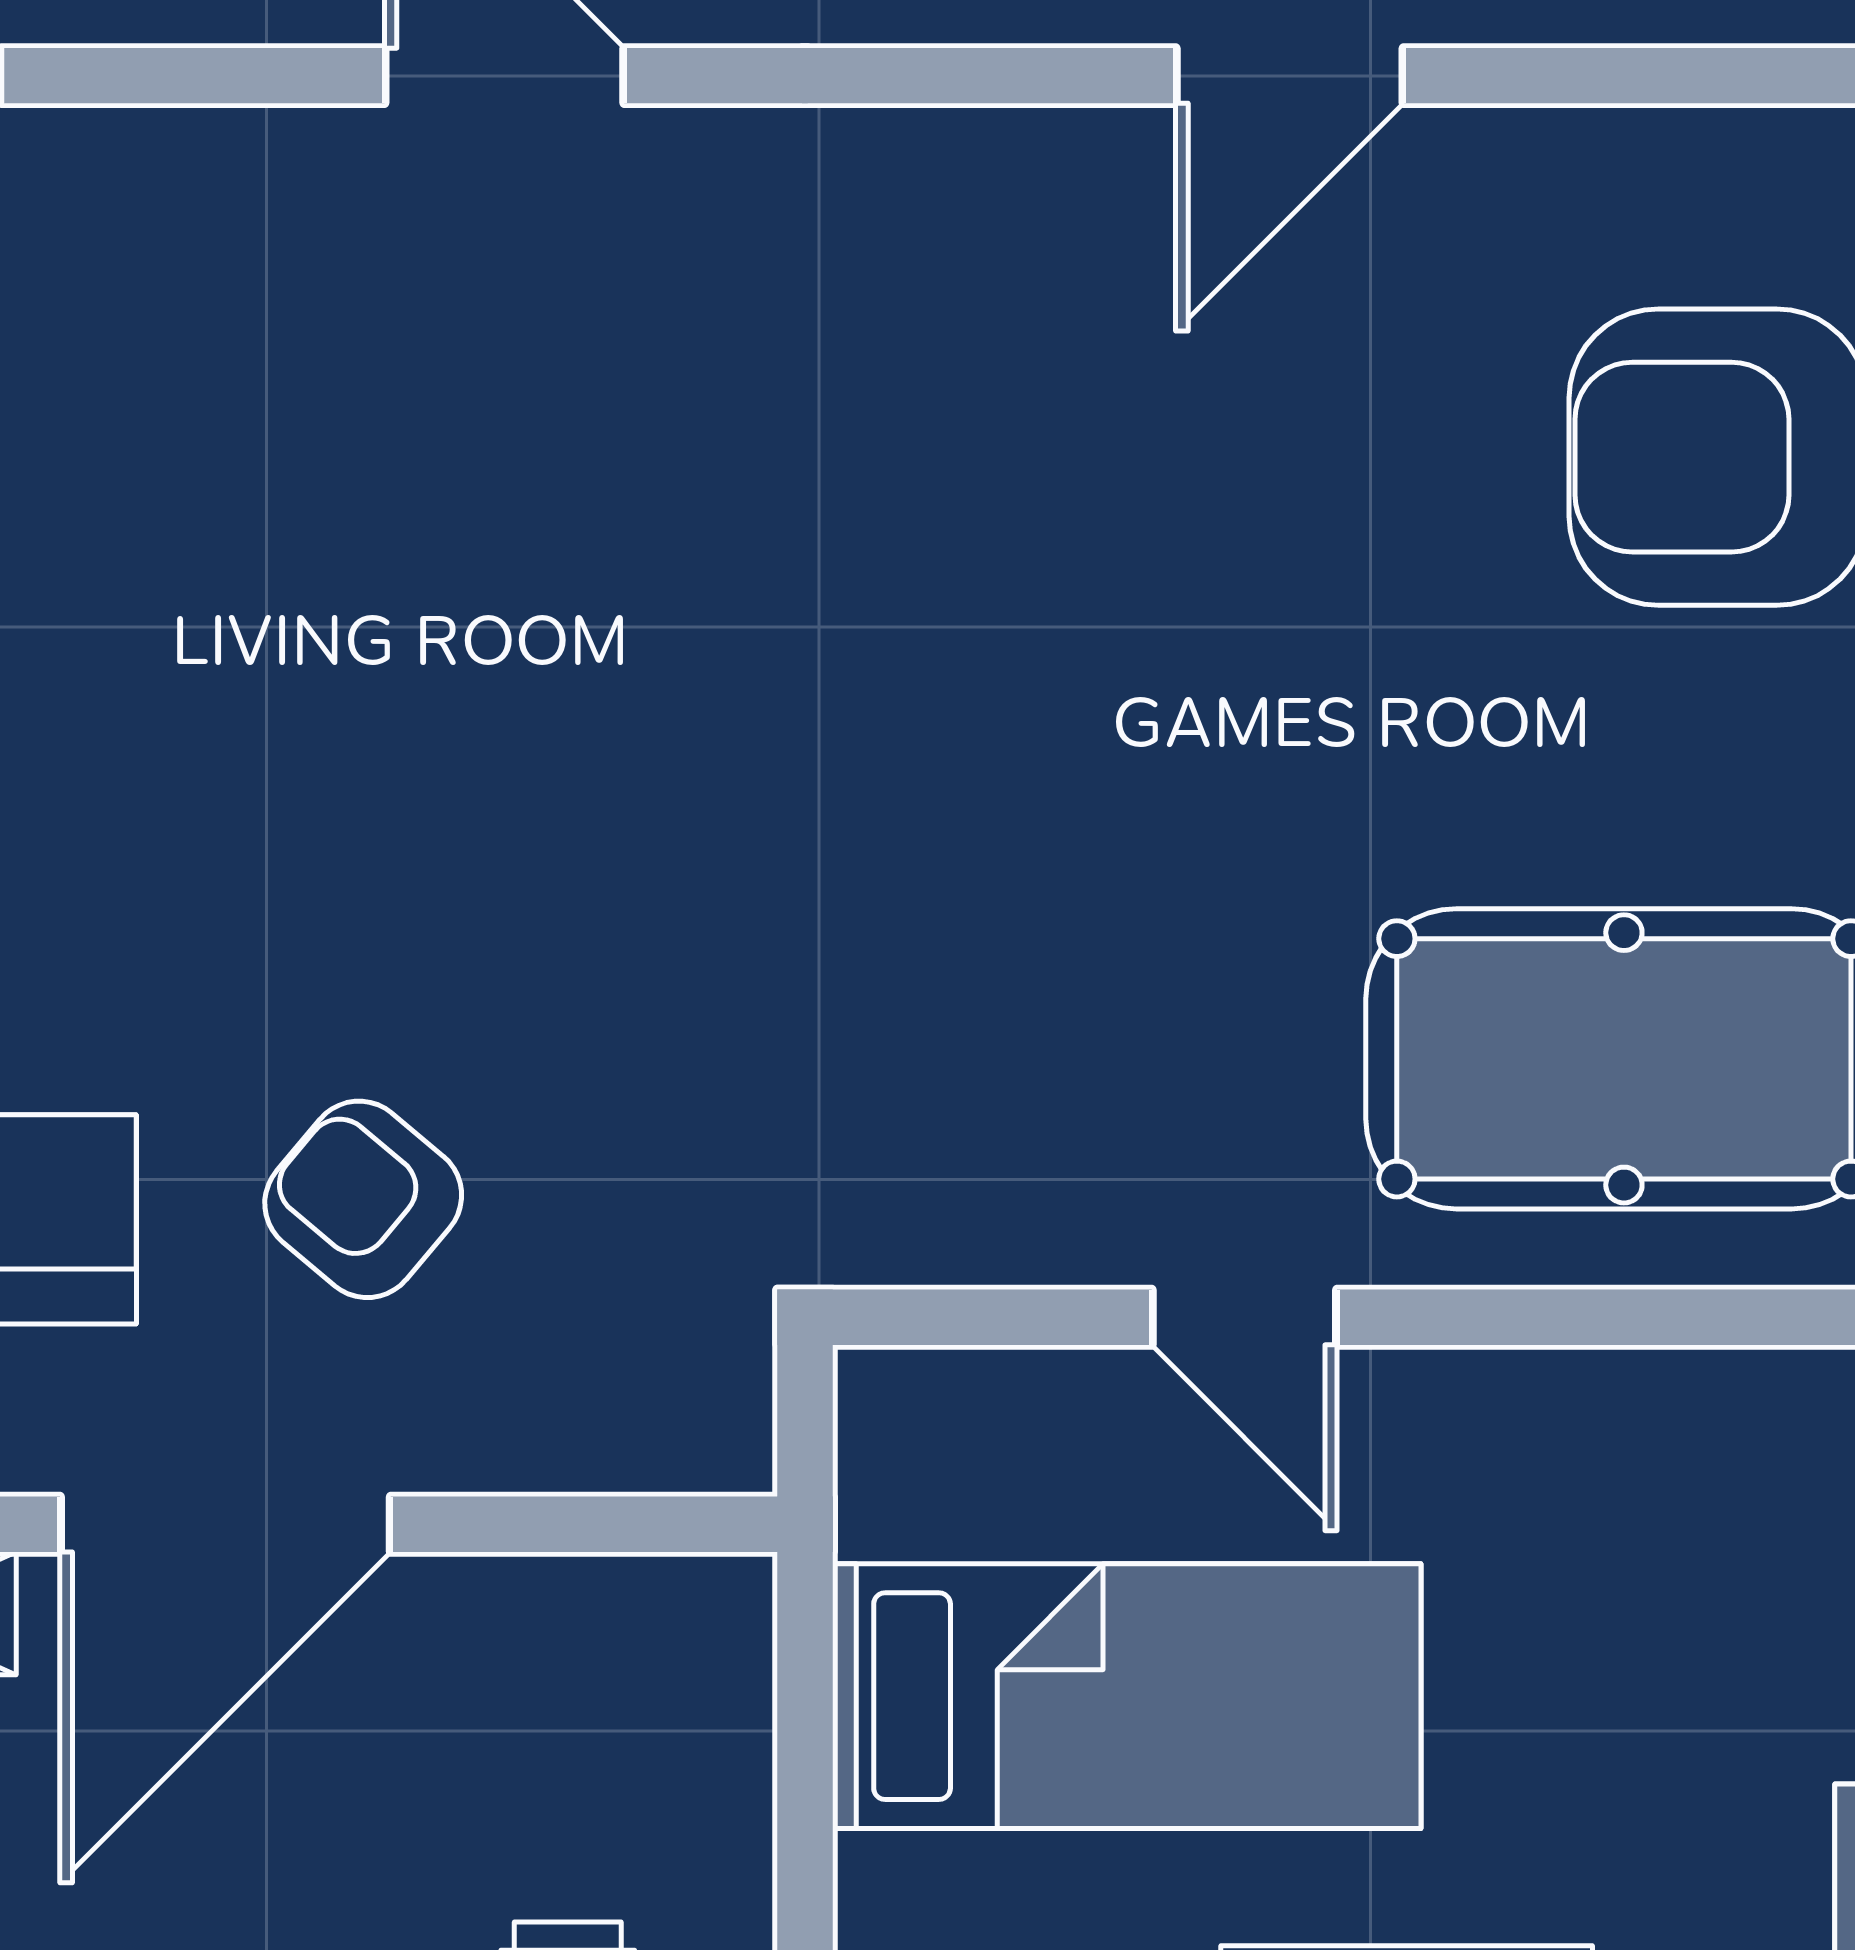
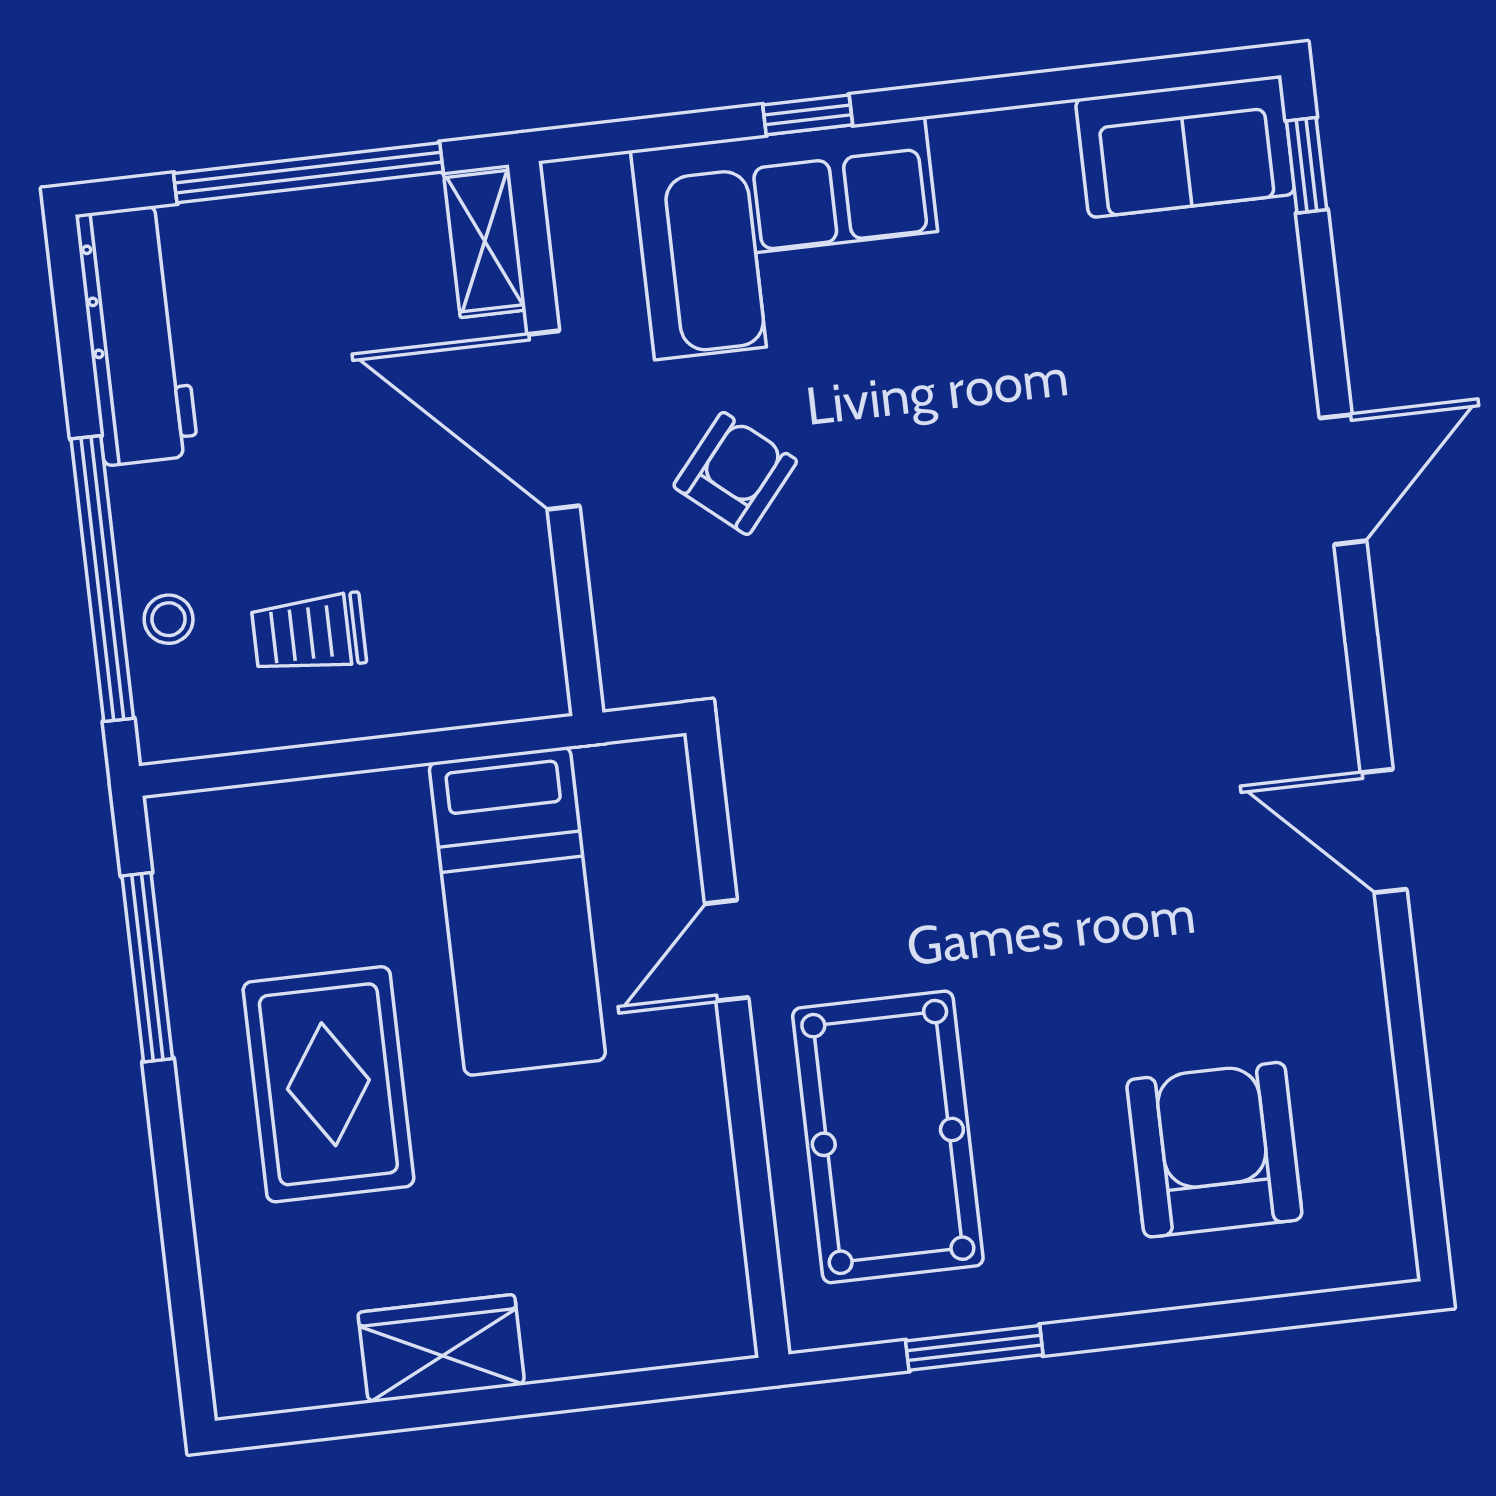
door: (1290, 76) -> (1384, 831), moved

